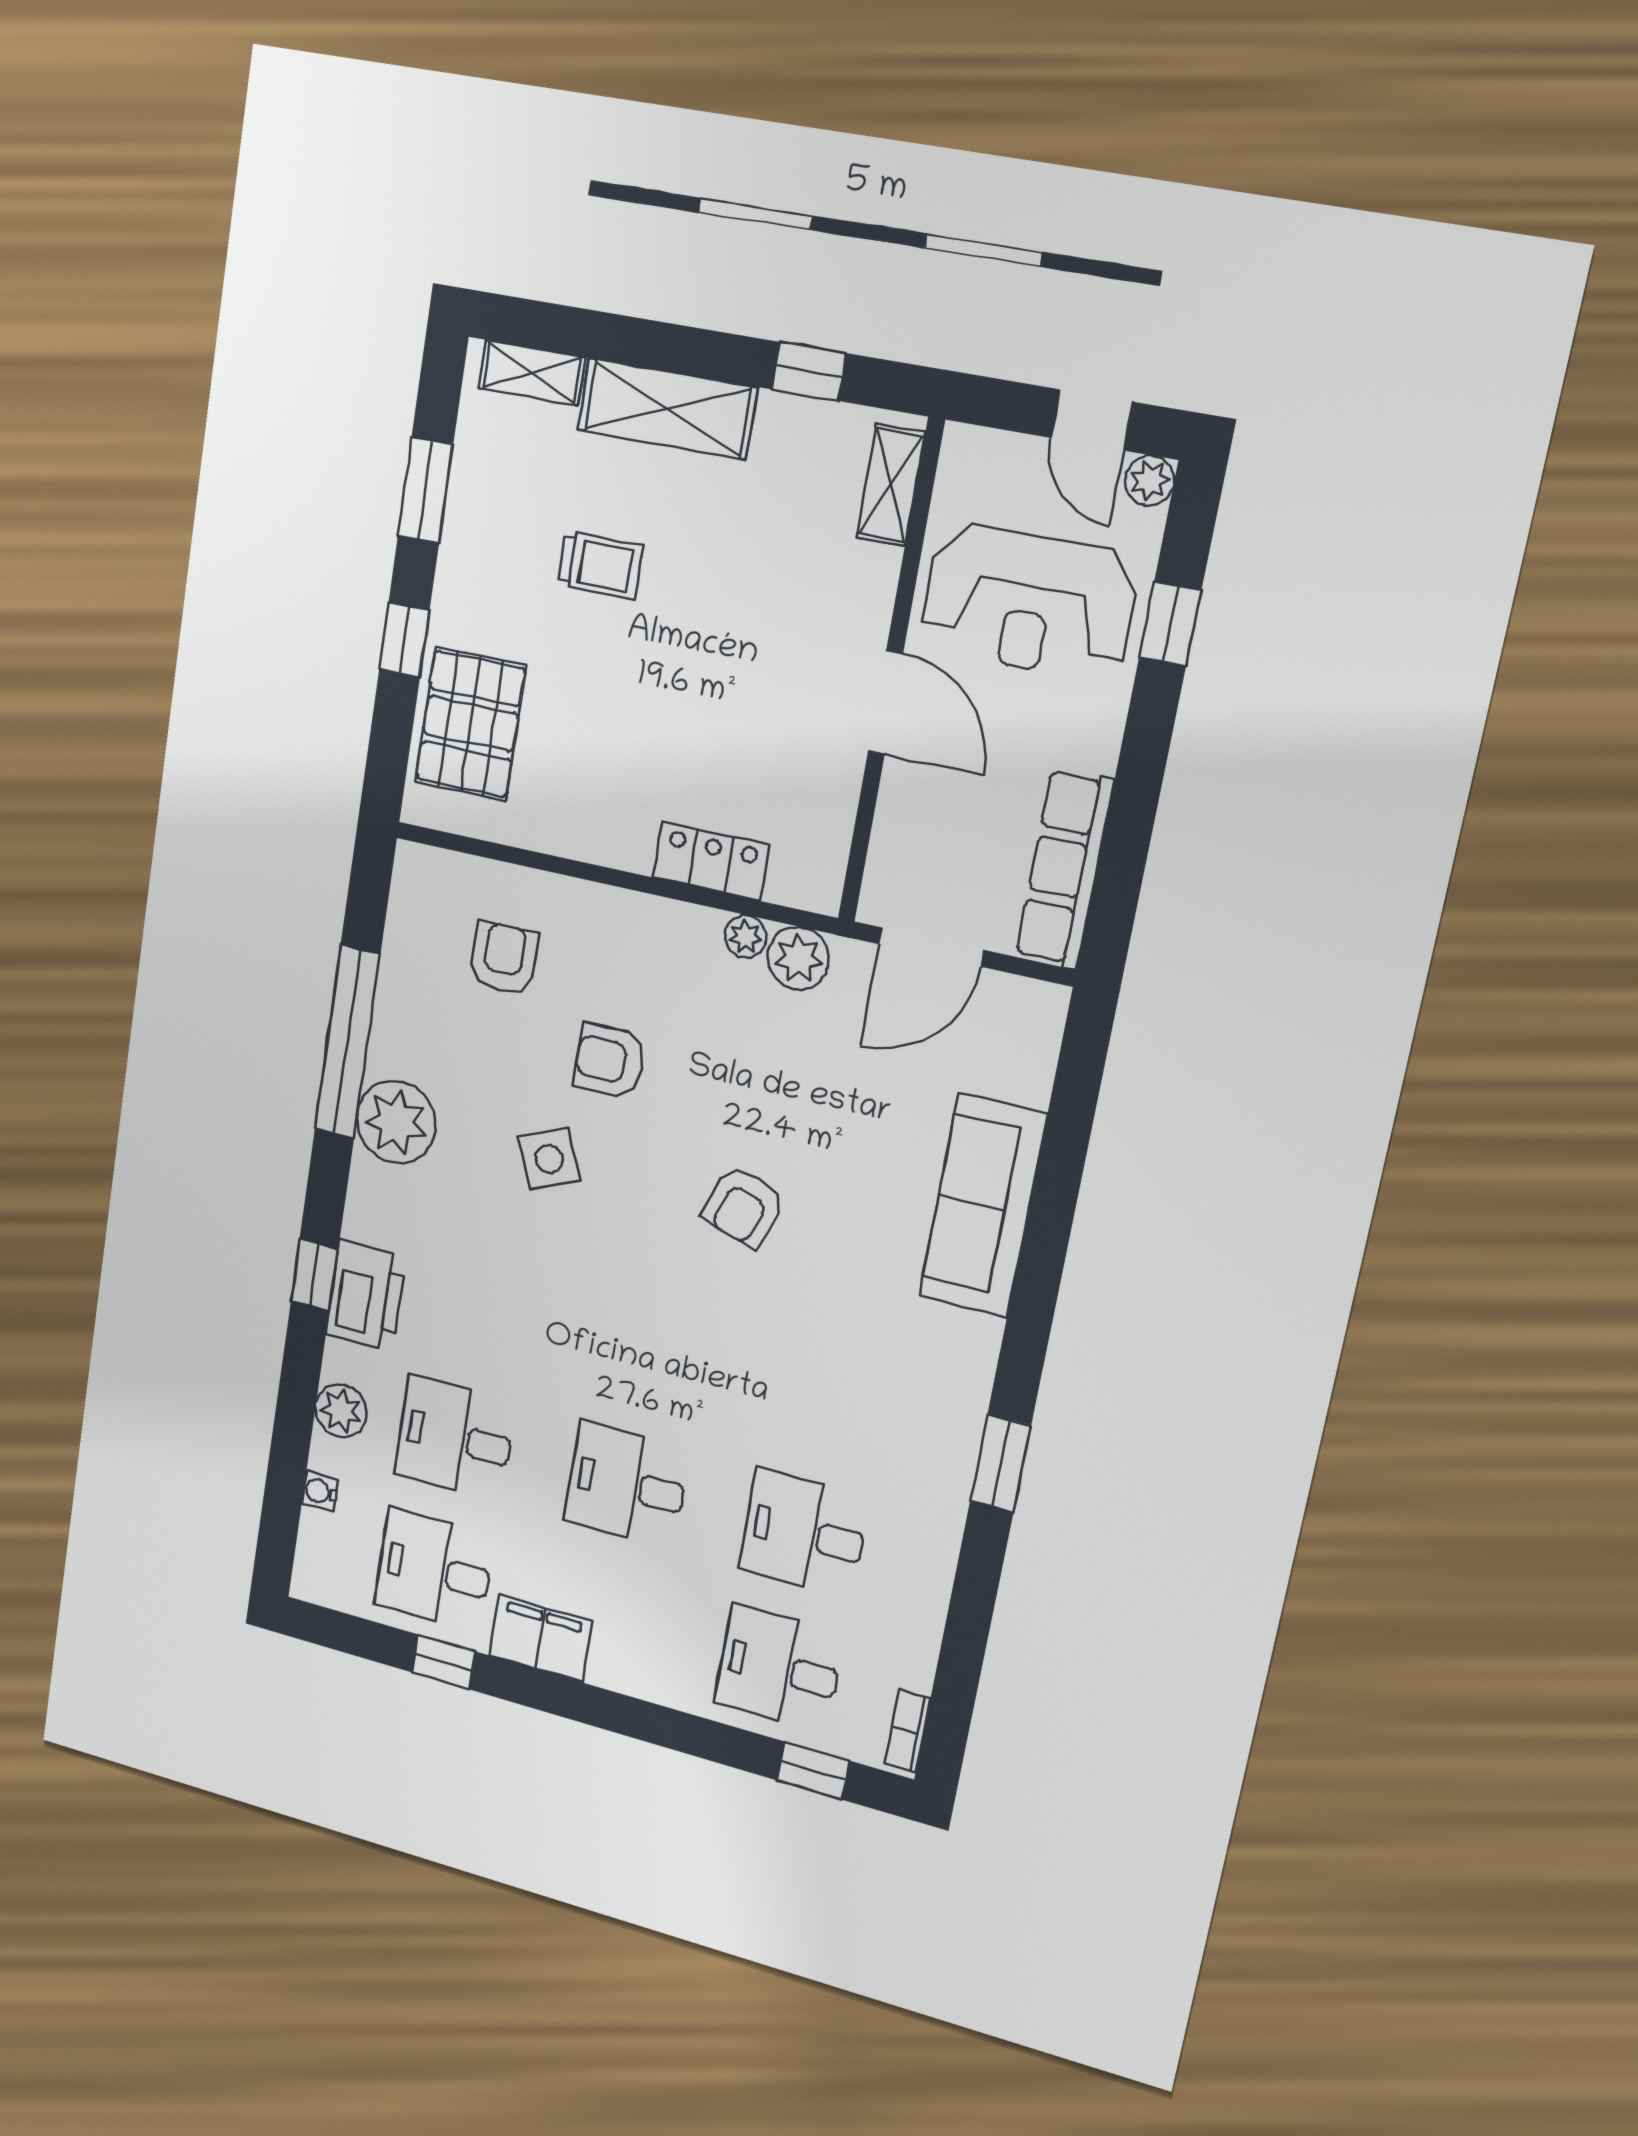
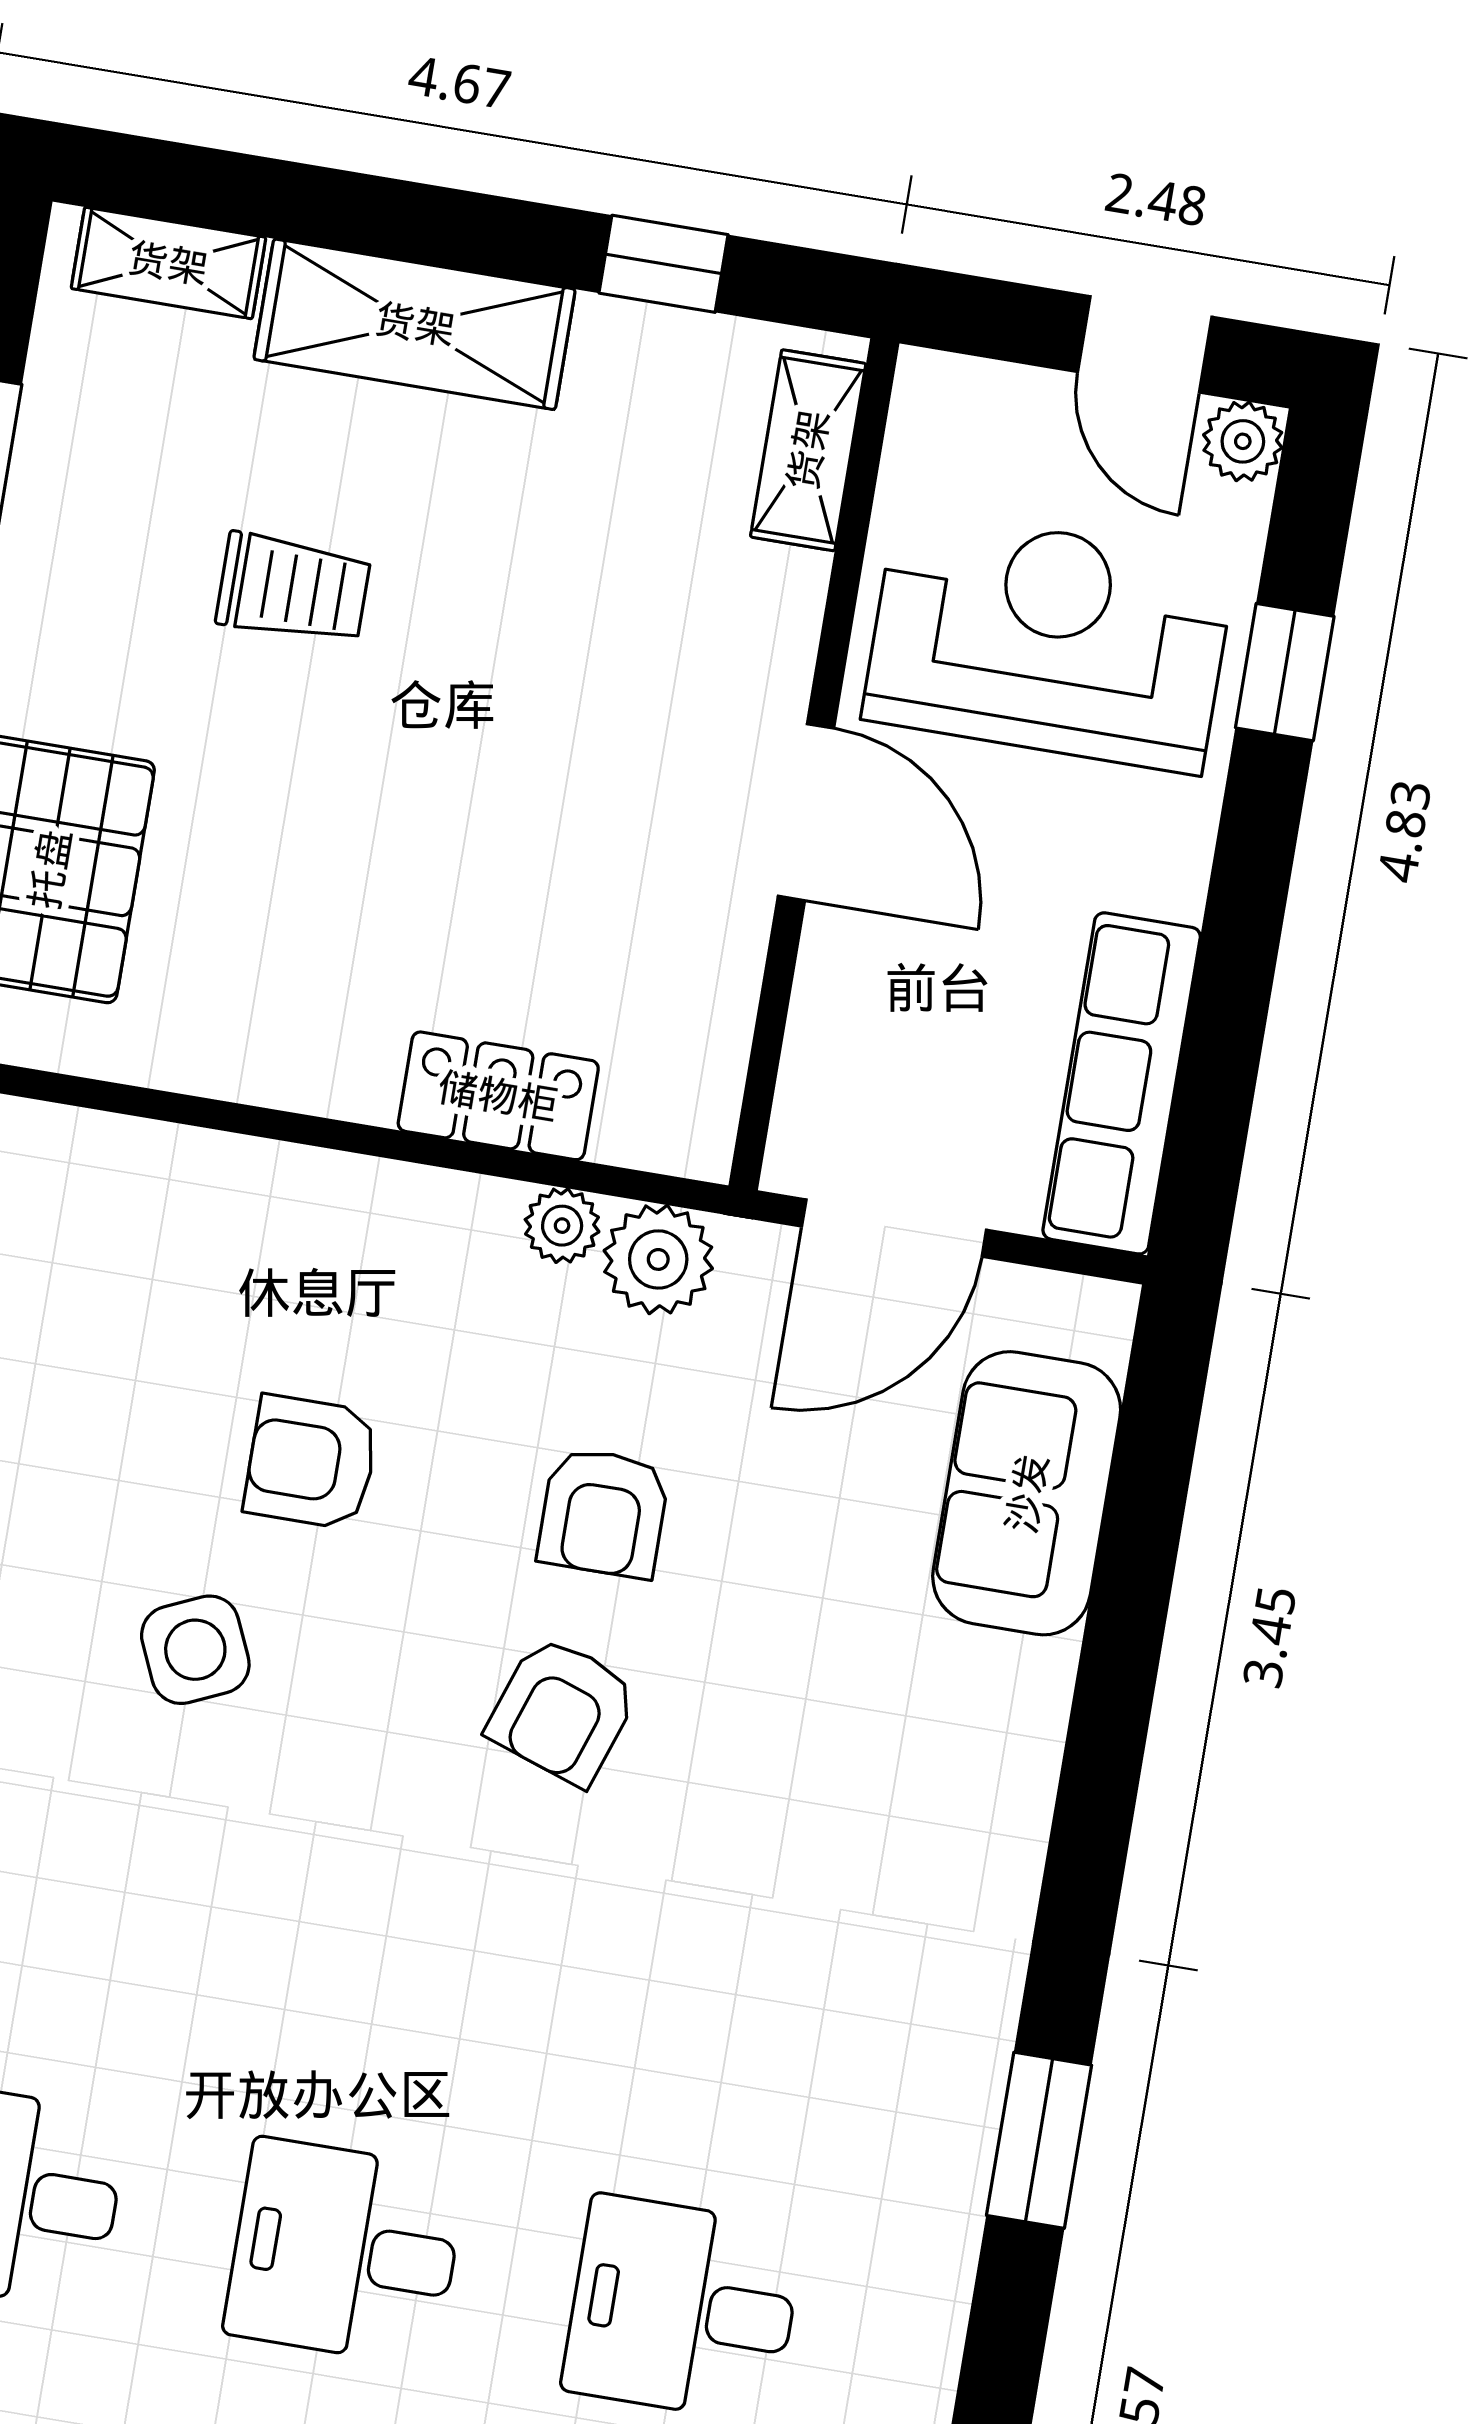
reception desk: (1029, 602) -> (1049, 641), turned 180
armchair: (504, 958) -> (603, 1513), moved, turned 180
sofa: (983, 1206) -> (1027, 1493), moved, width x0.73

